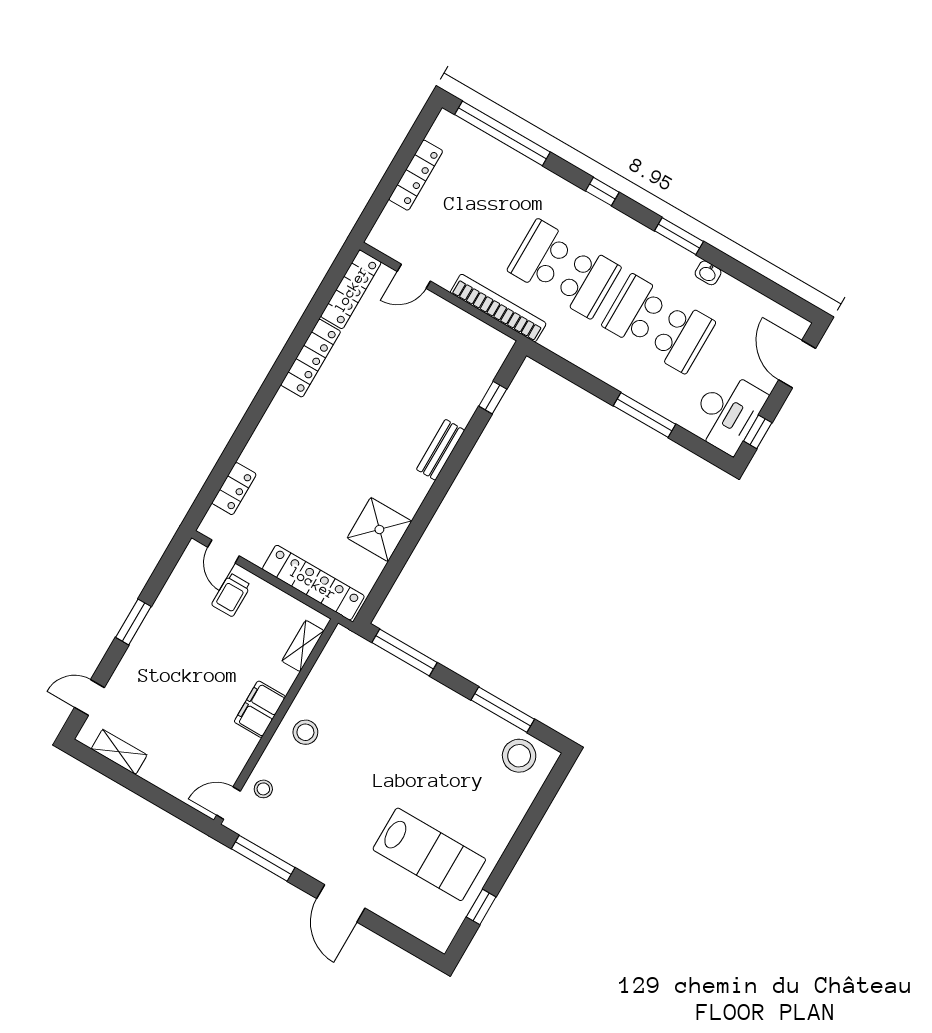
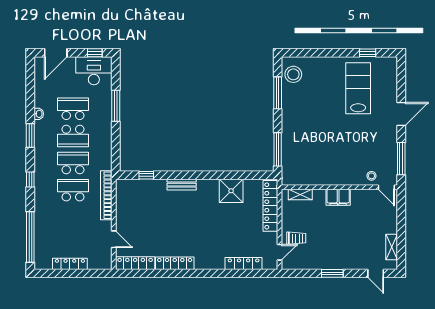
school desk: (541, 255) -> (73, 190), turned 180
locker: (234, 489) -> (244, 263), width x1.53
stool: (305, 732) -> (337, 172), removed

